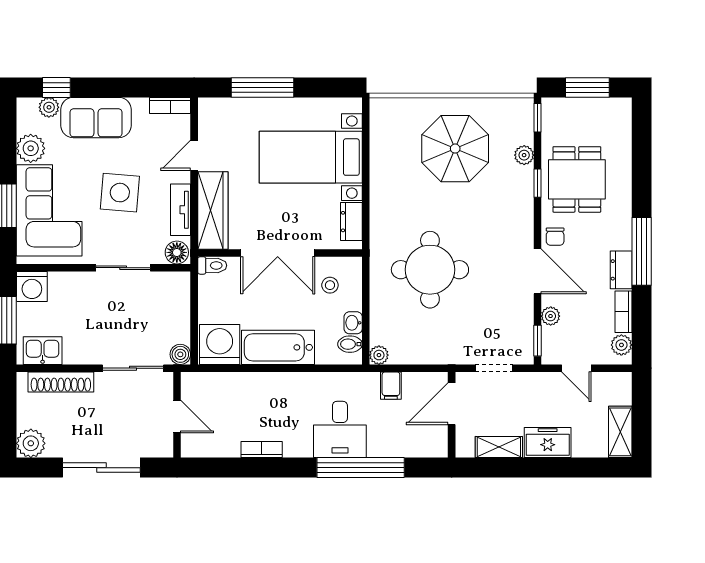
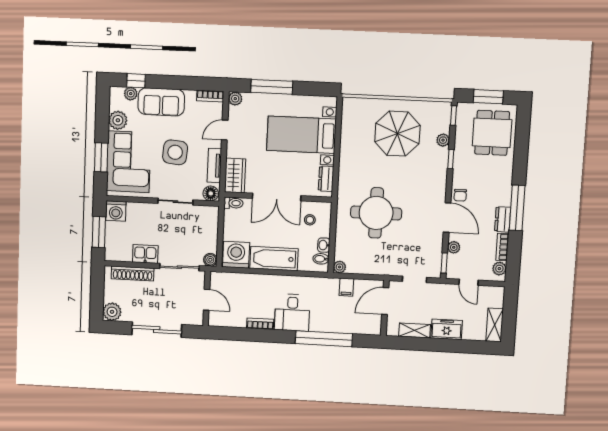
plant: (208, 108) -> (235, 99), added
dining table: (577, 179) -> (492, 133), moved
wardrobe: (213, 210) -> (235, 175), width x0.67
kitchen sink: (43, 351) -> (145, 254), moved
desk: (340, 429) -> (292, 313), moved

